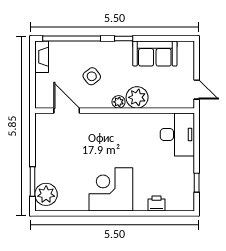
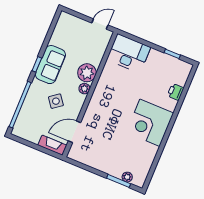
sofa: (155, 53) -> (50, 65), moved
fireplace: (42, 57) -> (52, 145), moved
plant: (46, 194) -> (127, 177), width x0.53, depth x0.53

